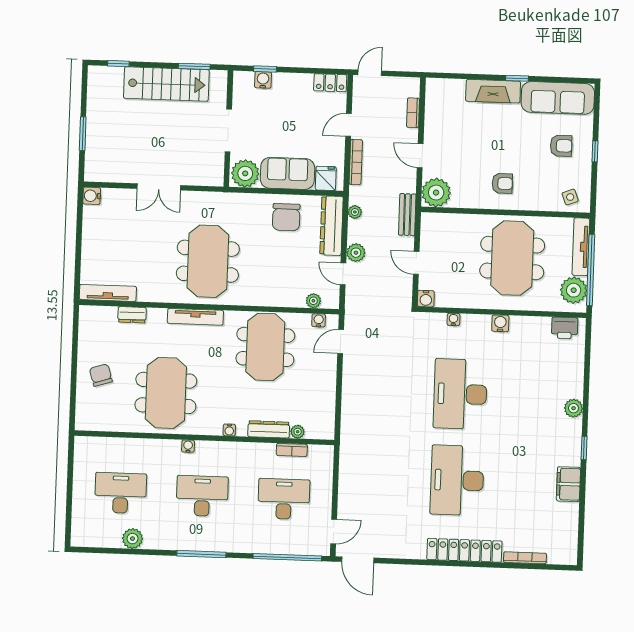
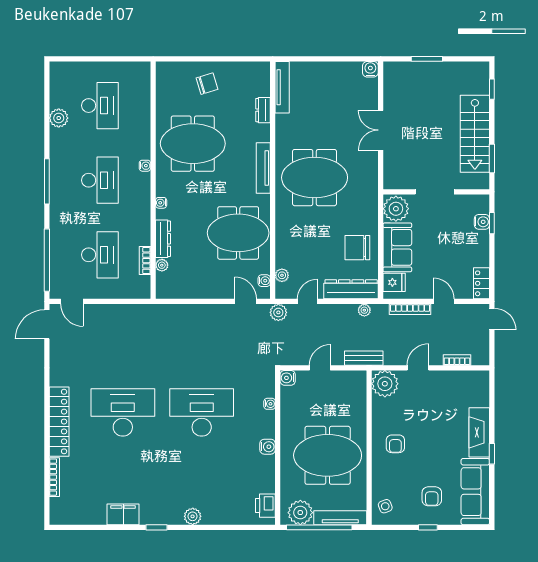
plant: (356, 253) -> (278, 312), moved

